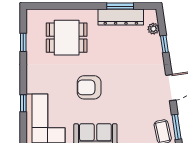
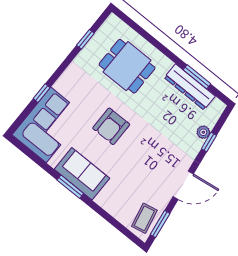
plant: (153, 29) -> (203, 132), moved
armchair: (89, 87) -> (111, 126), turned -90

